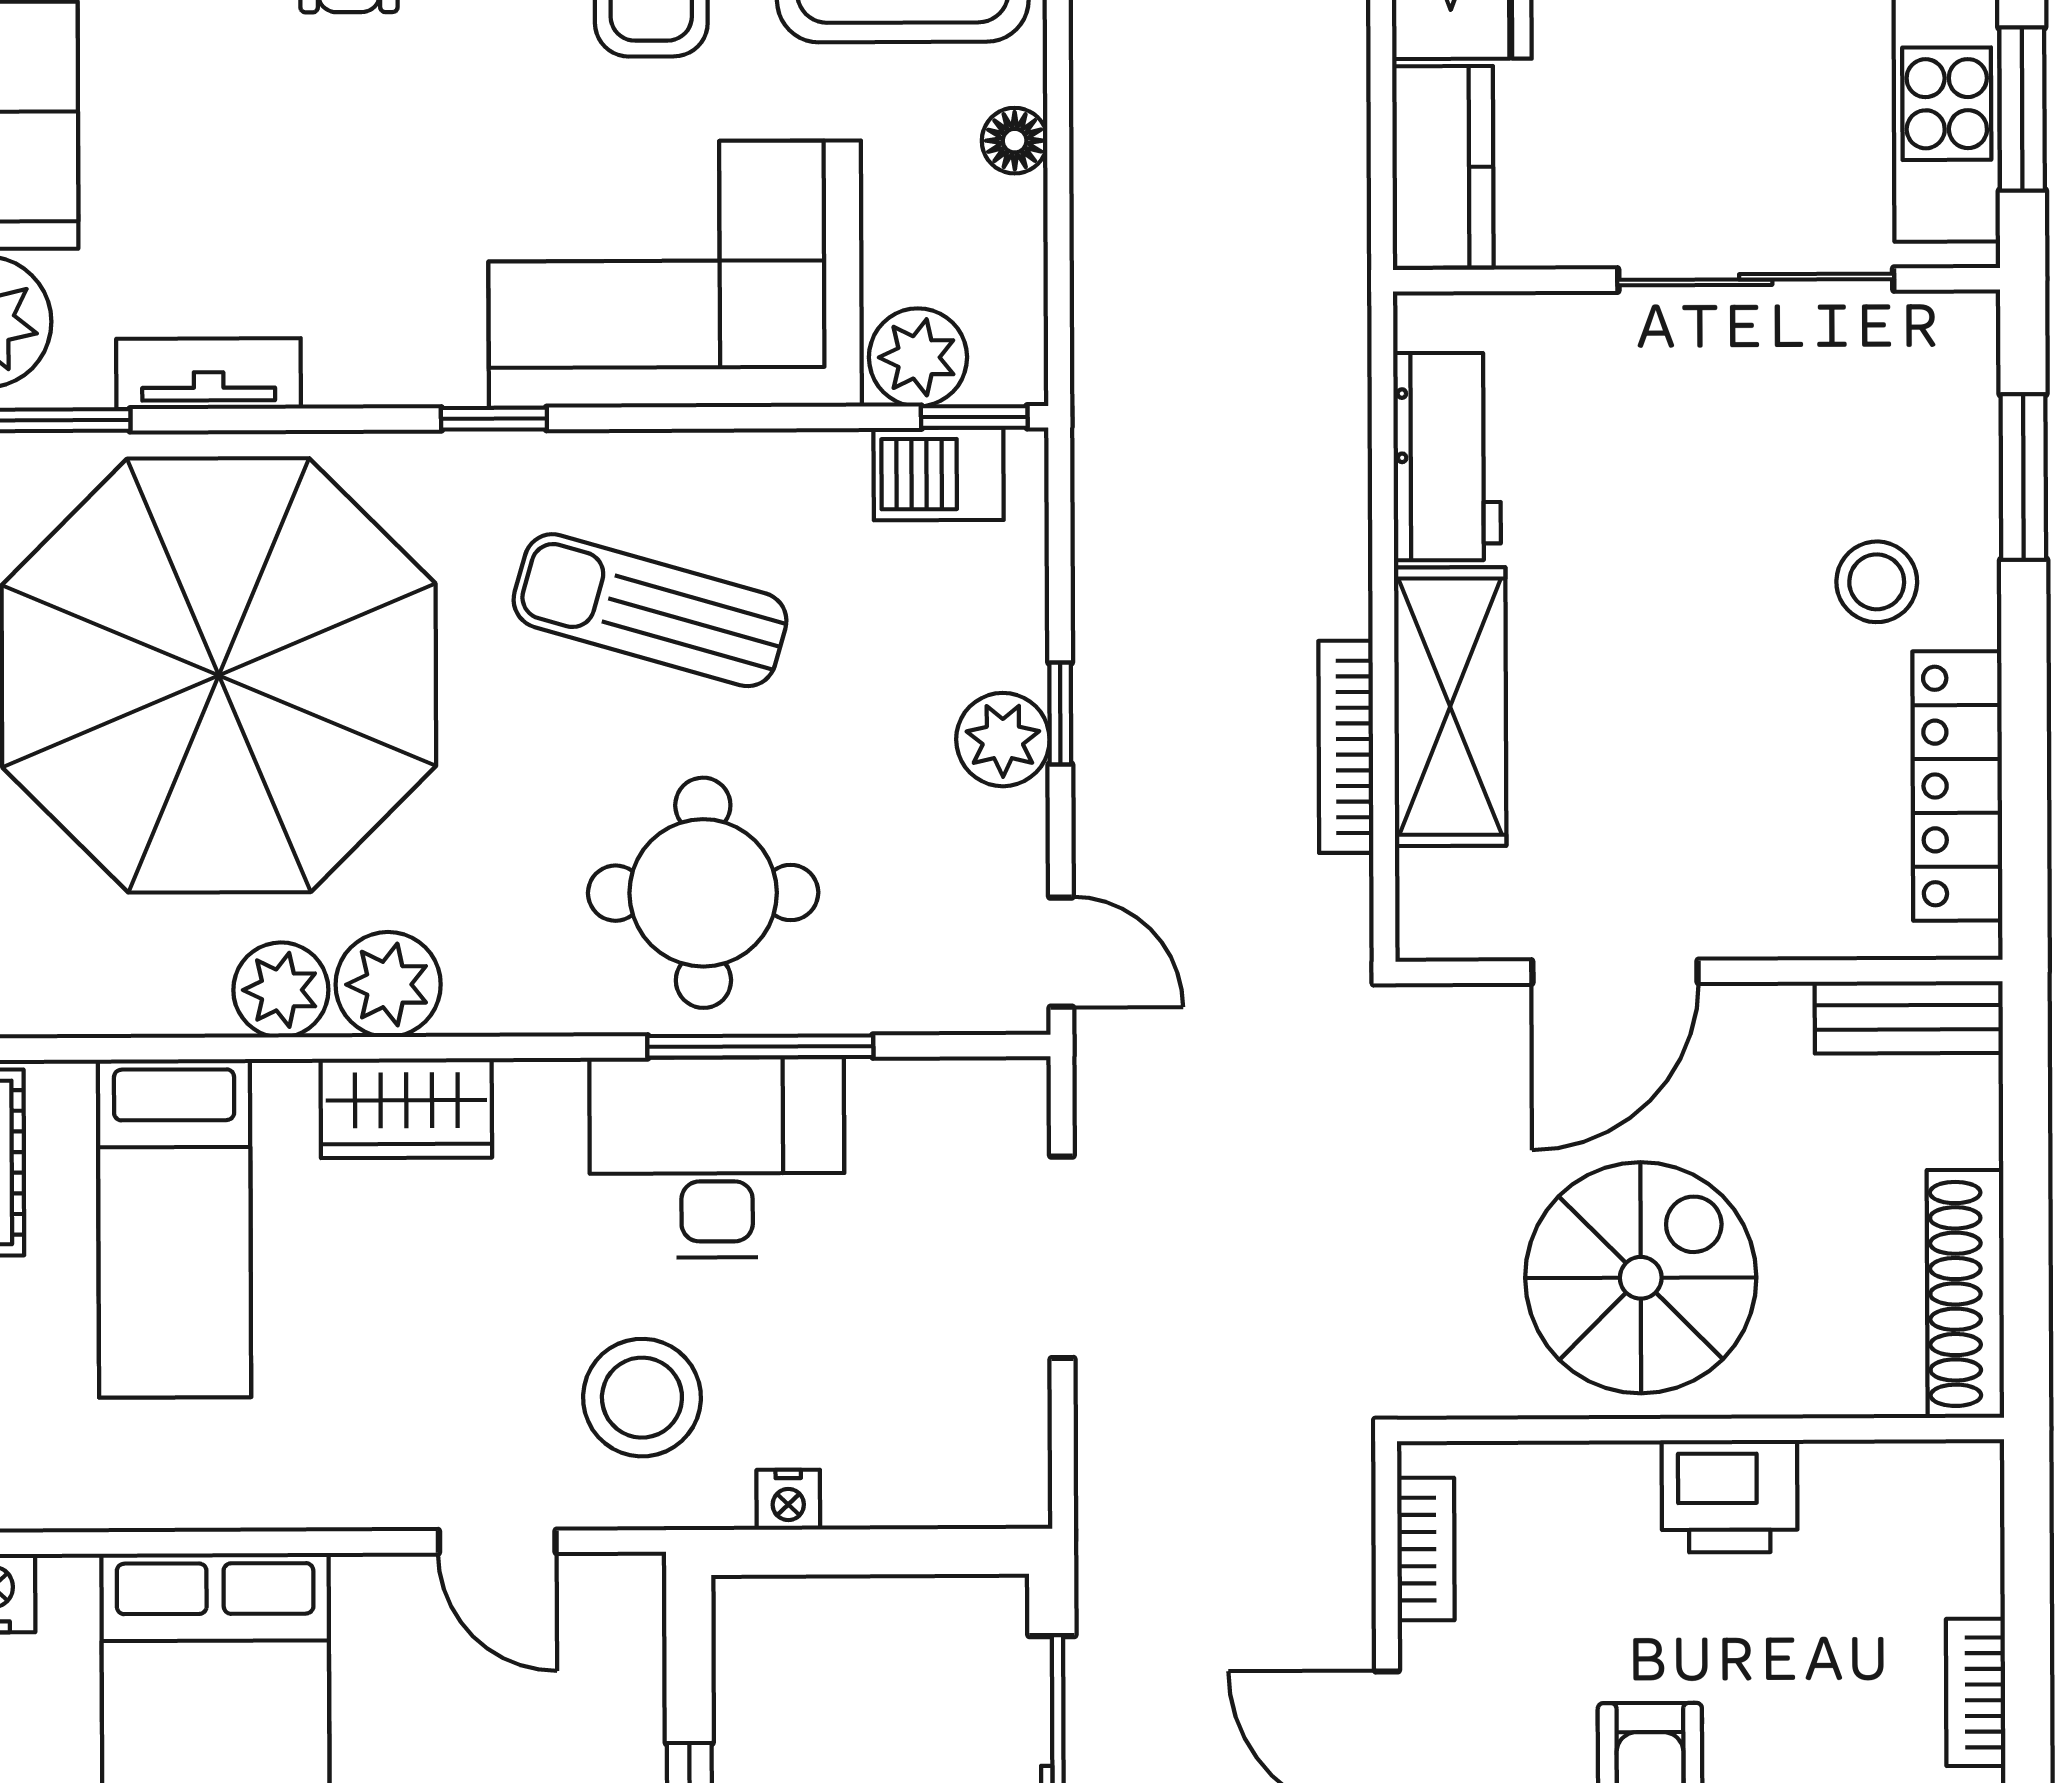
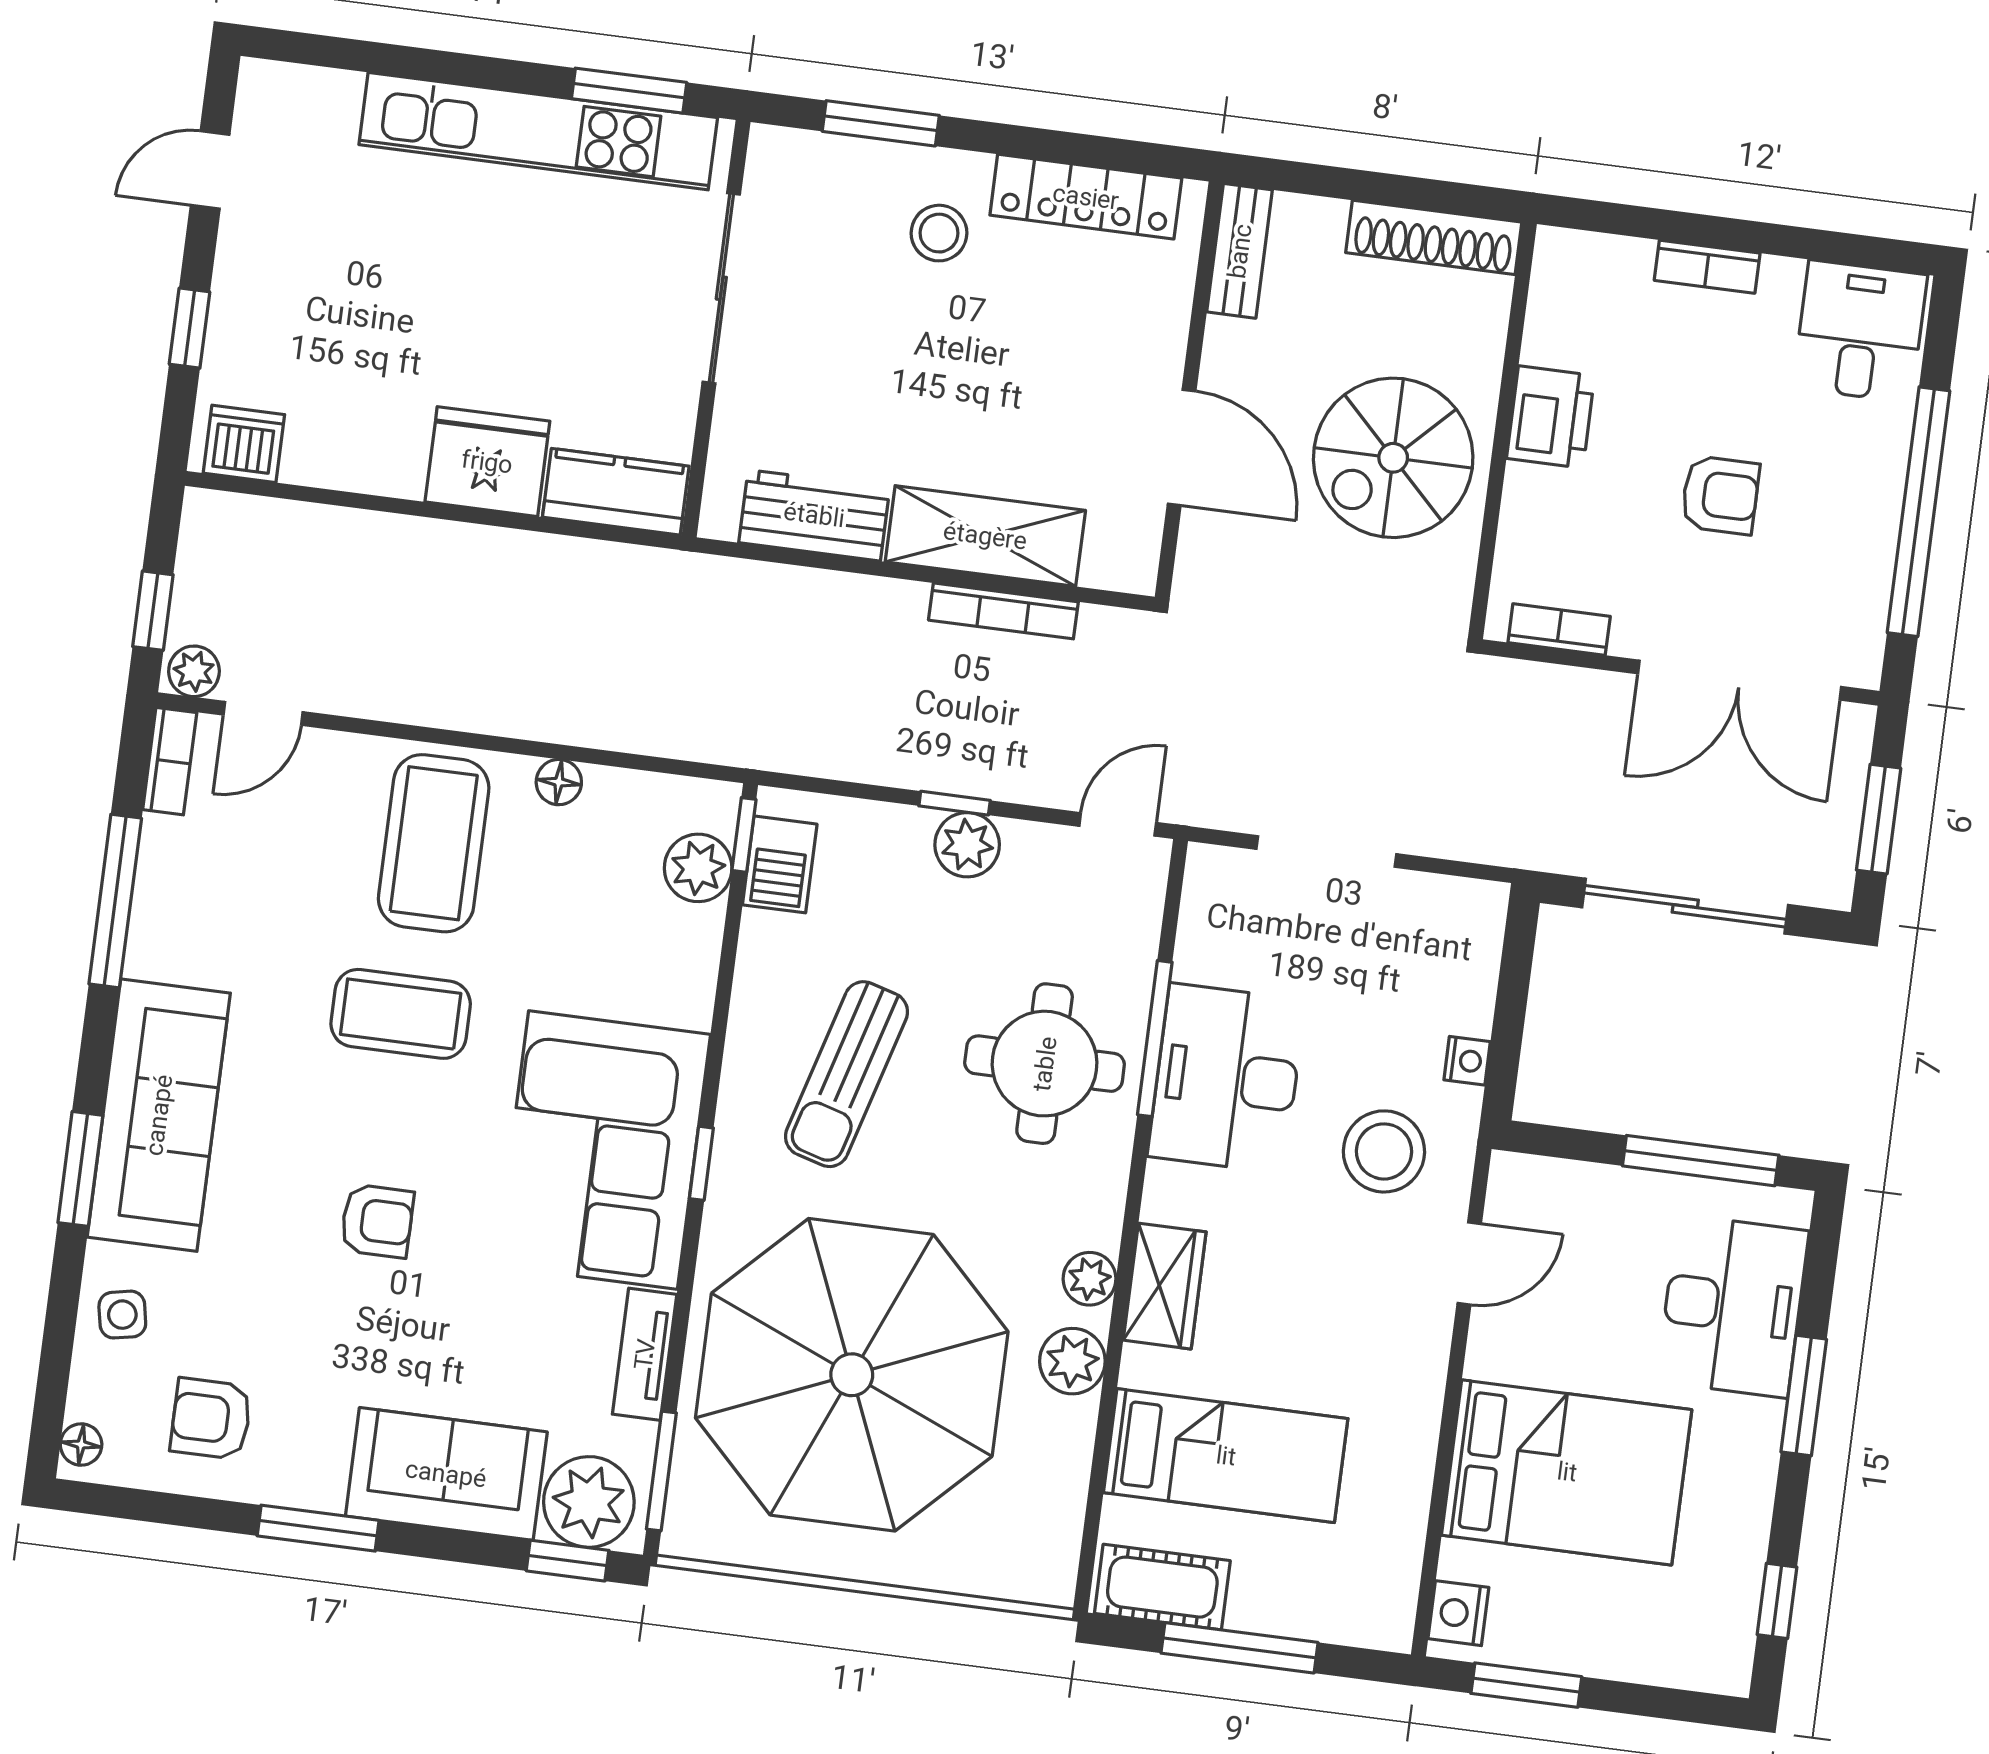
corner sofa: (675, 274) -> (603, 1150), moved
plant: (388, 984) -> (1090, 1279), width x0.73, depth x0.73
spiral stairs: (1641, 1278) -> (1393, 458), turned -90

